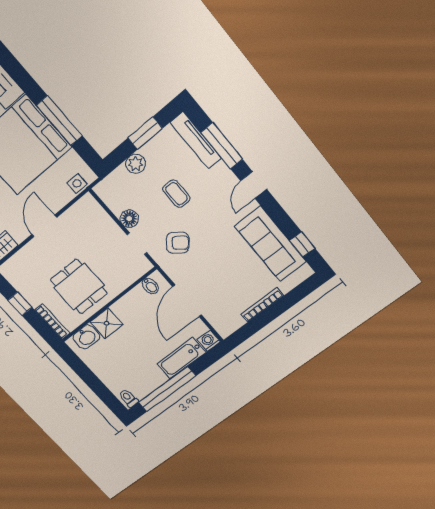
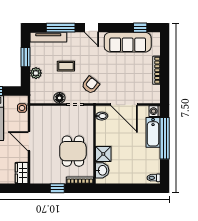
dining table: (79, 287) -> (73, 151), turned 90
window: (167, 389) -> (165, 138), moved

